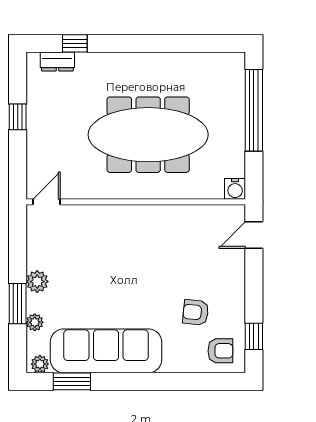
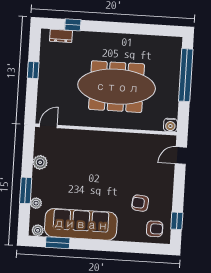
plant: (37, 282) -> (40, 162), moved

